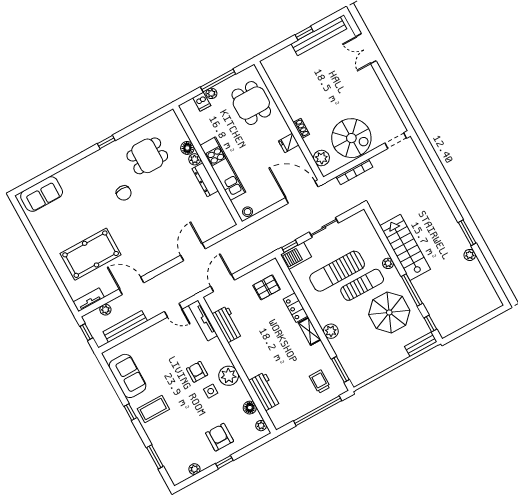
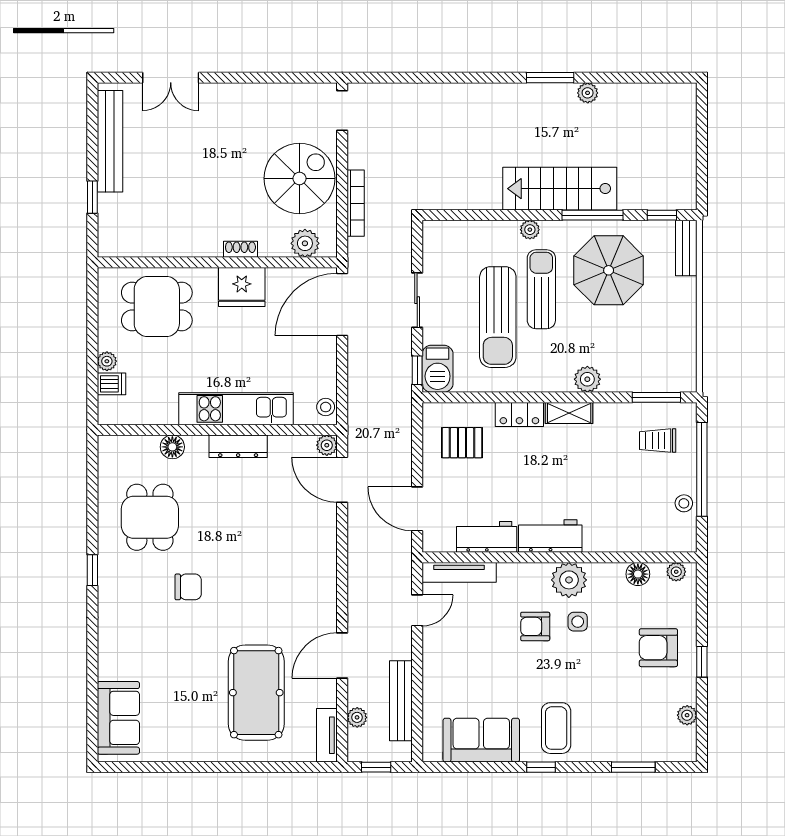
window: (304, 33) -> (92, 197), moved
window: (218, 81) -> (92, 340), removed
fridge: (289, 143) -> (242, 287), width x1.88, depth x1.34
plant: (195, 159) -> (327, 445), moved
stairs: (405, 247) -> (560, 189), moved
door: (193, 252) -> (342, 480), moved
pallet: (267, 287) -> (462, 443), turned 90
workbench: (265, 391) -> (550, 536), moved
stool: (296, 411) -> (684, 503), added

